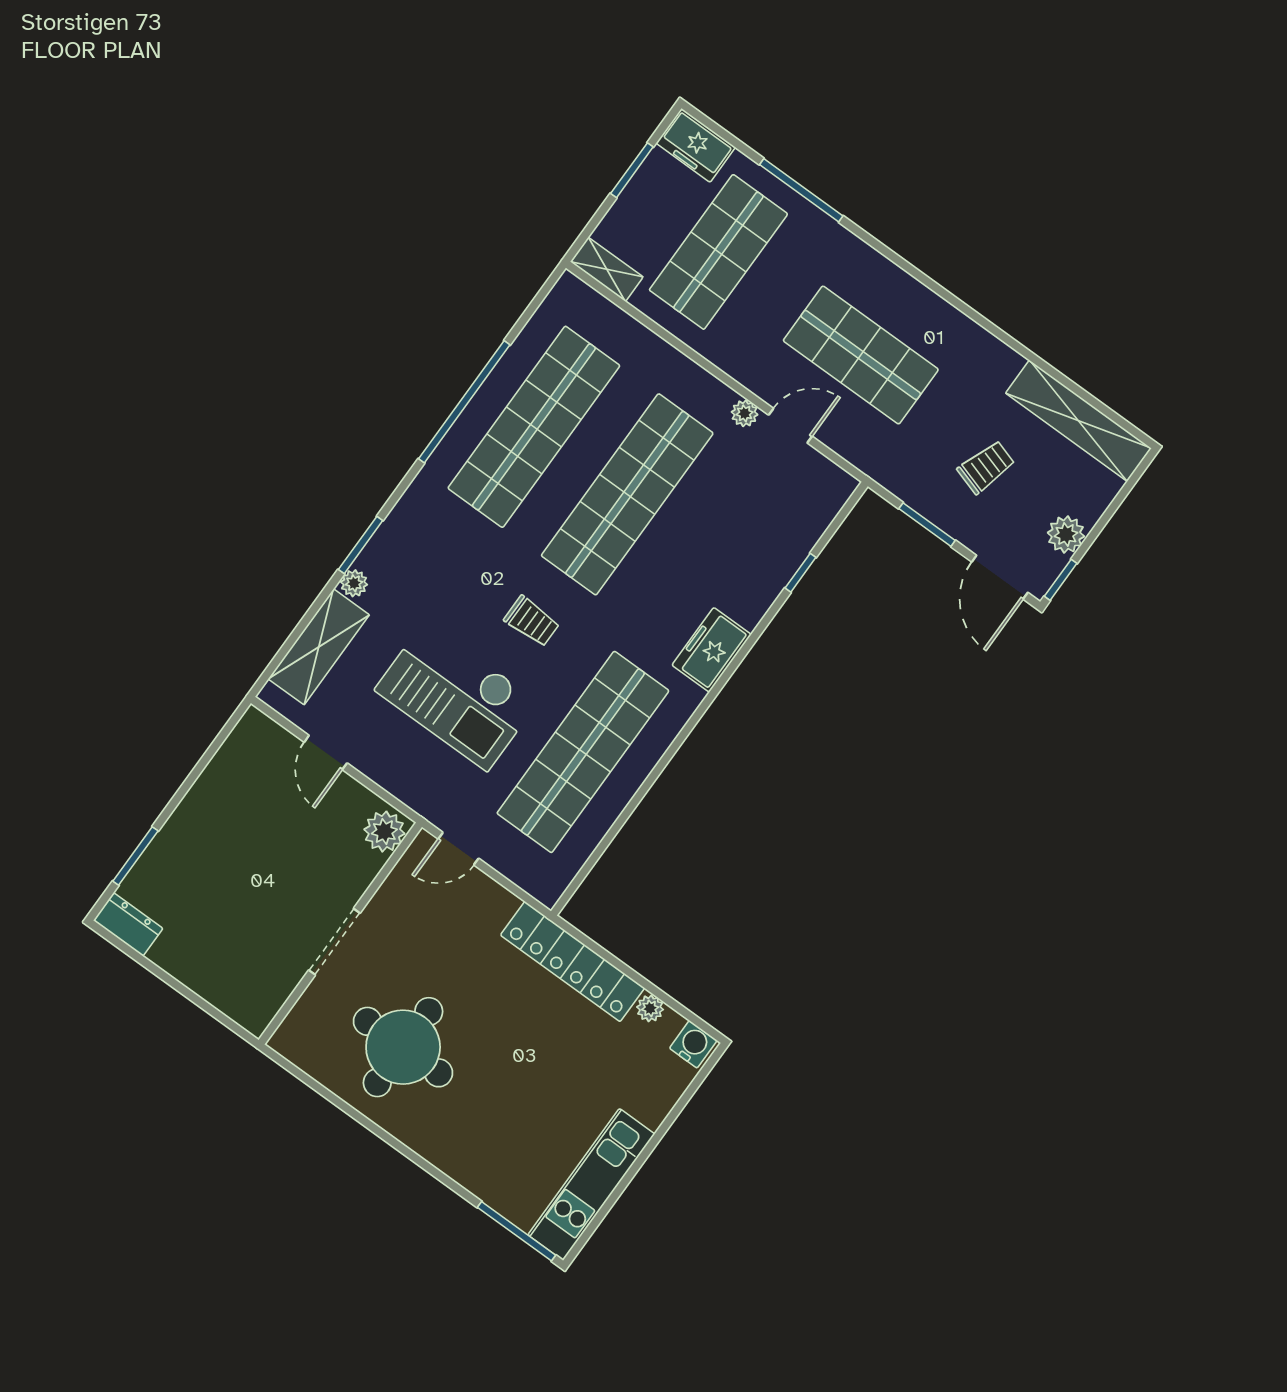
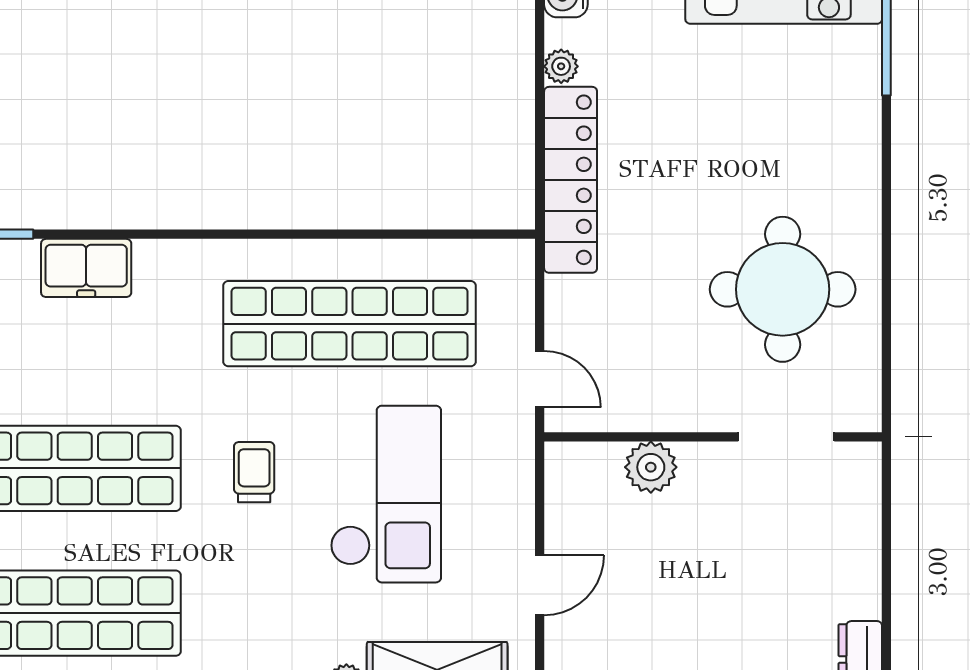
freezer: (712, 650) -> (86, 268), moved
plant: (384, 832) -> (651, 467), moved
doorway: (334, 942) -> (786, 437), moved

